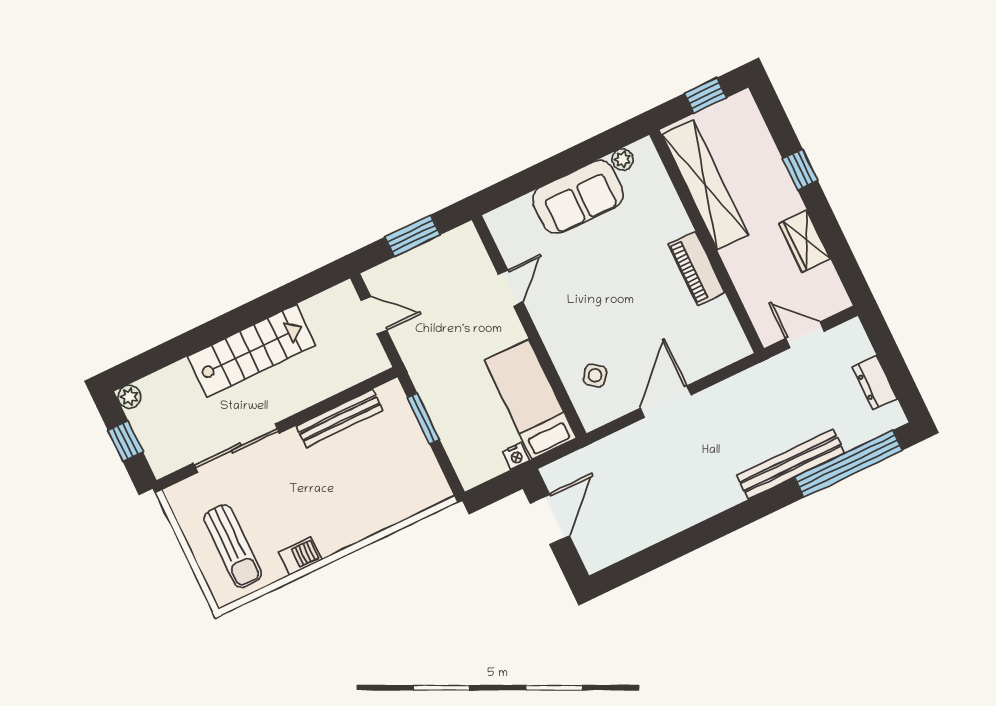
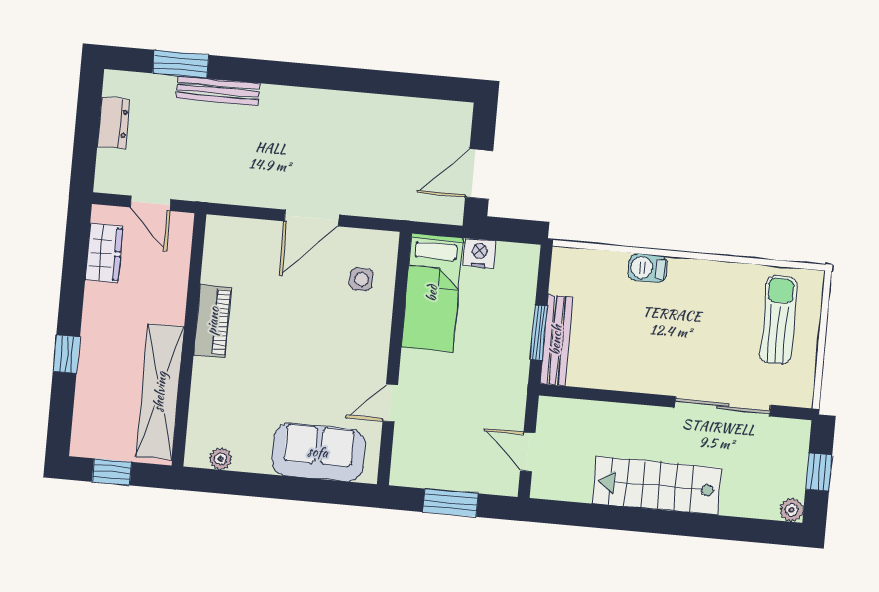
sofa: (578, 197) -> (318, 452), moved
wardrobe: (805, 241) -> (104, 253), moved
side table: (595, 375) -> (361, 279), turned -37
bench: (339, 418) -> (556, 340), moved, turned 90
nightstand: (516, 456) -> (479, 253), width x1.39, depth x1.35
bench: (791, 464) -> (218, 91), width x0.73, depth x0.82
window: (848, 464) -> (181, 64), width x0.47
barbecue: (300, 556) -> (648, 268), moved

